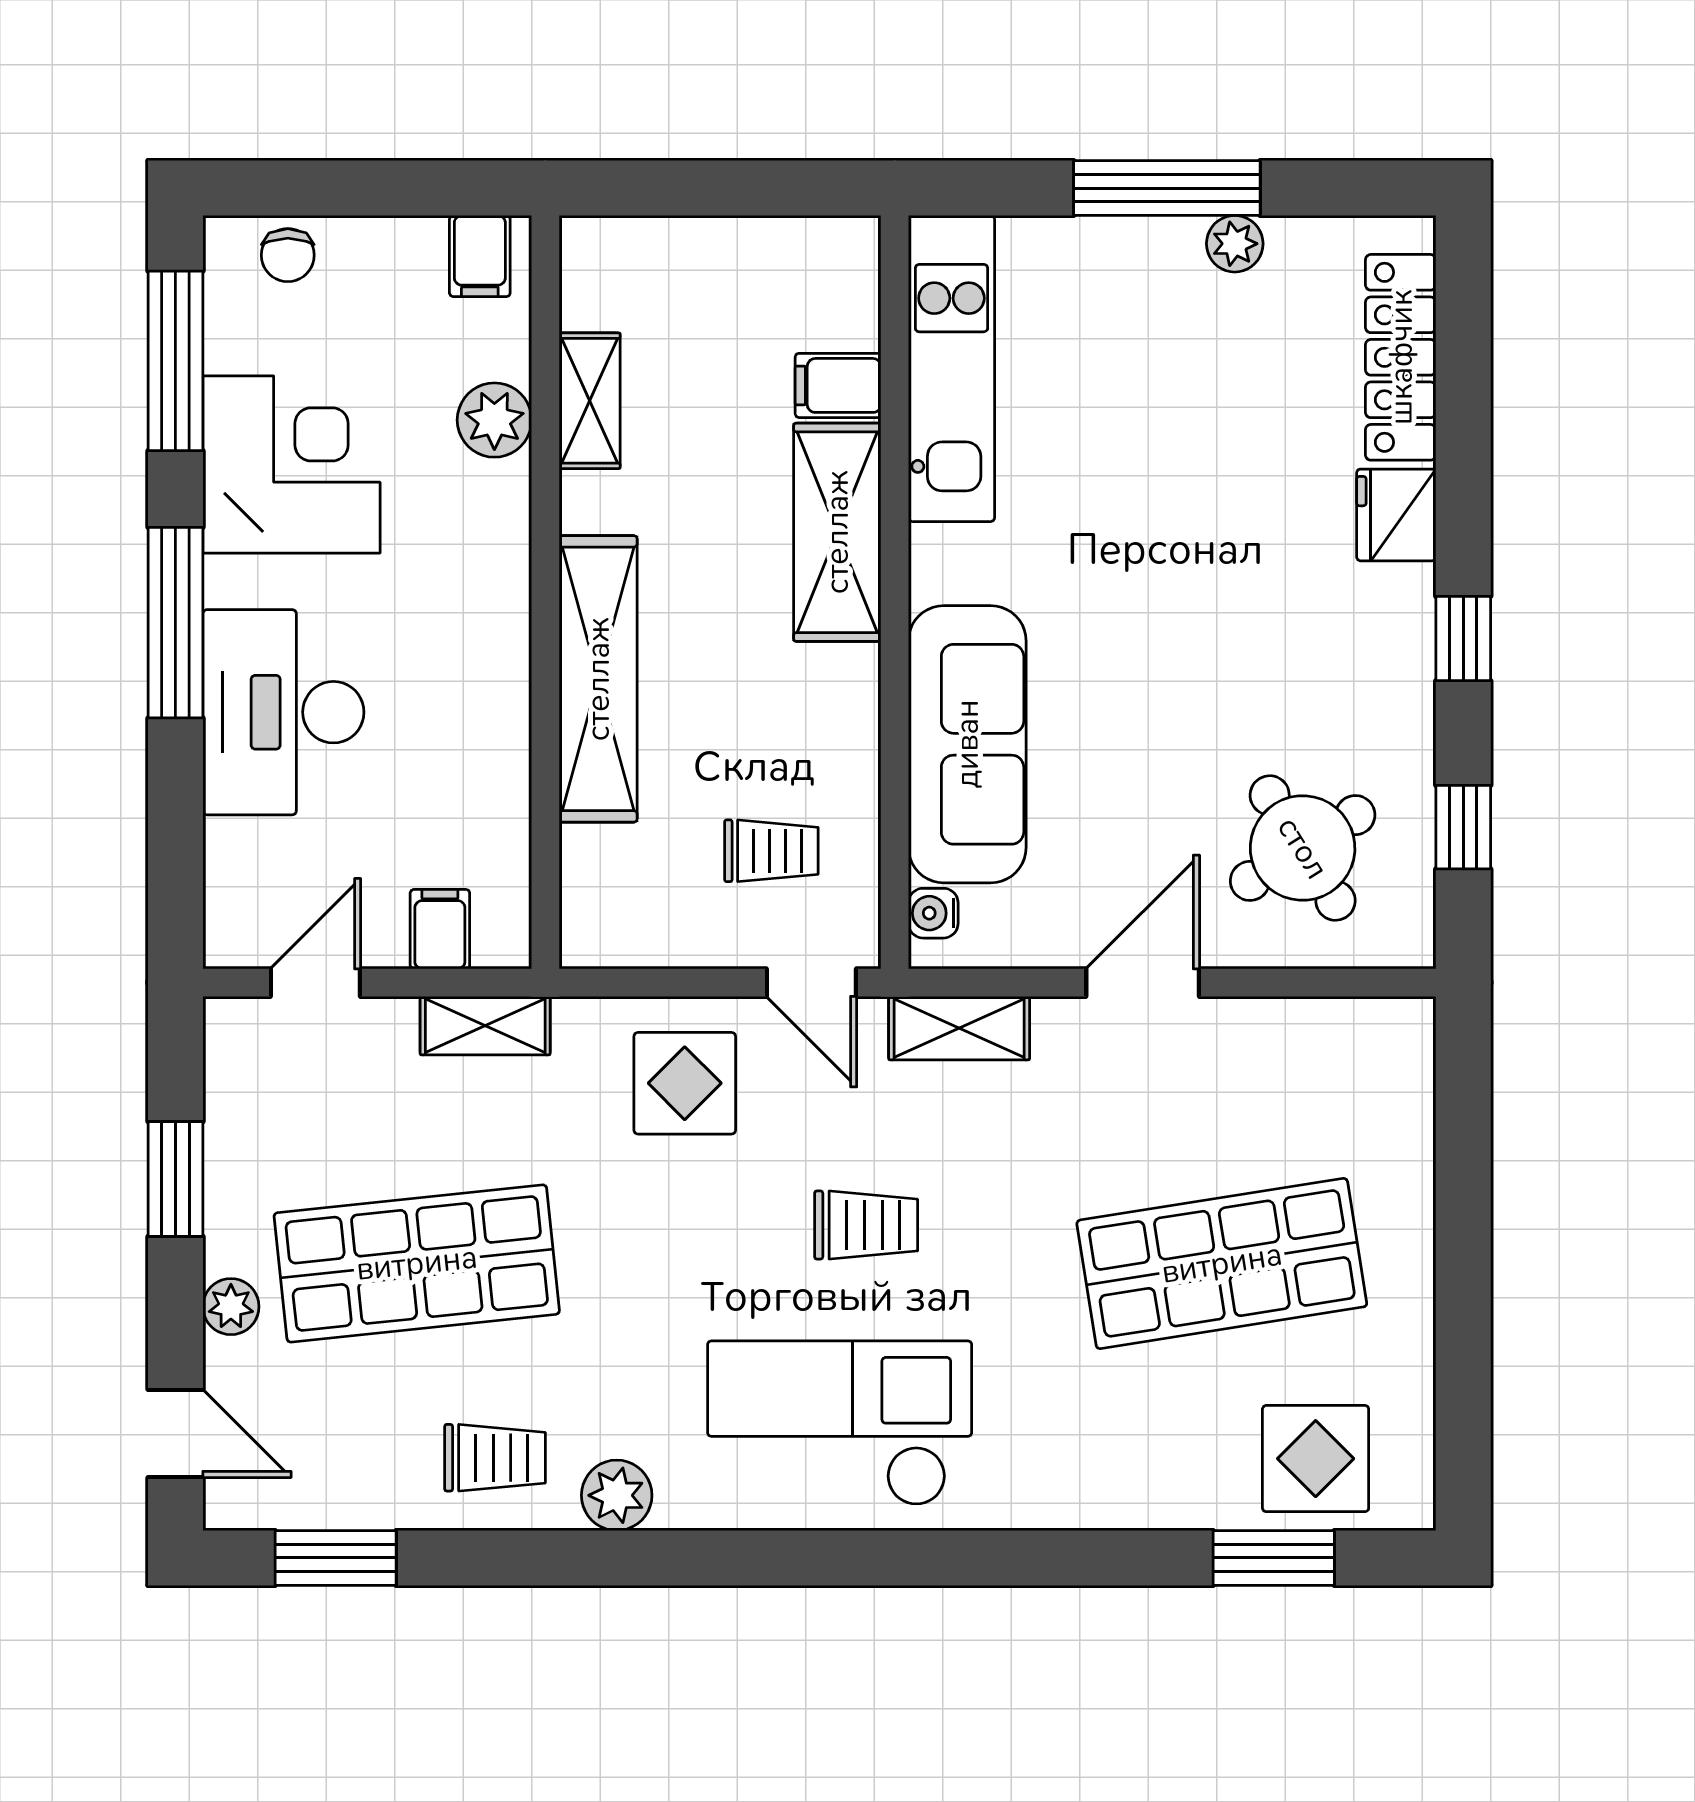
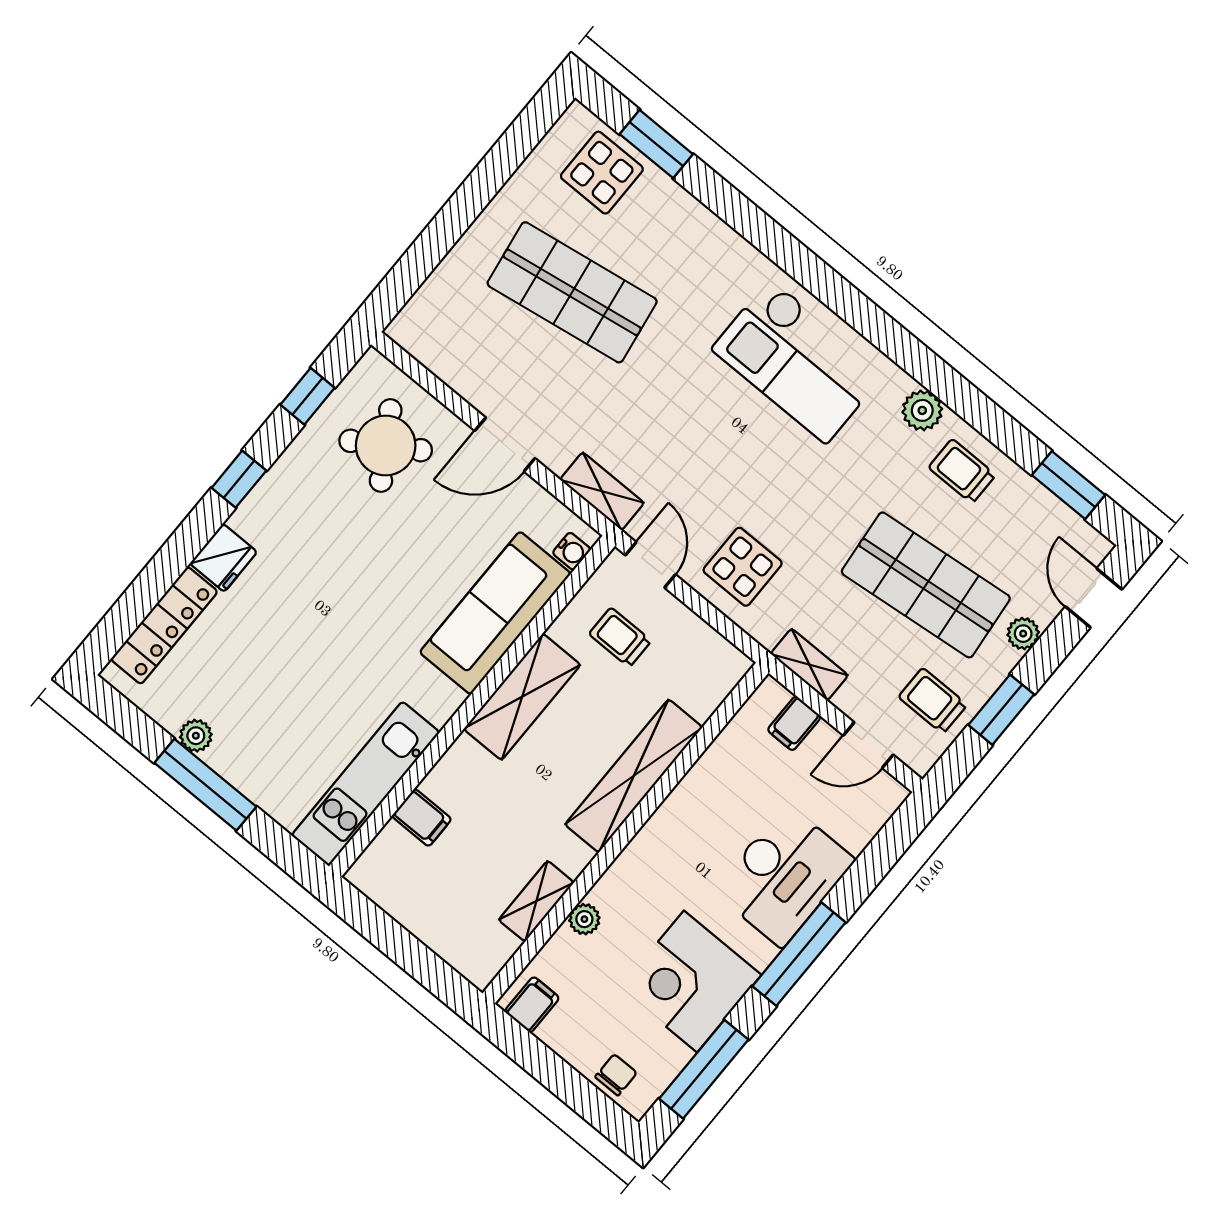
plant: (494, 420) -> (584, 919), width x0.73, depth x0.73
shelving: (837, 532) -> (522, 697), moved
trolley: (866, 1225) -> (933, 701), moved

